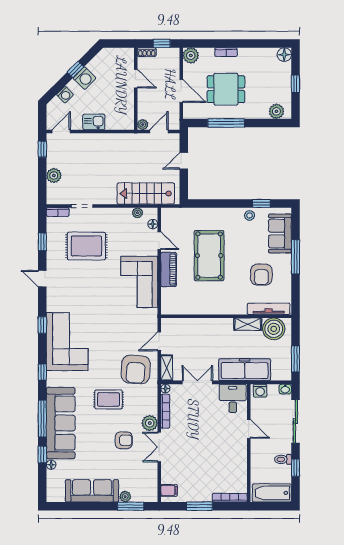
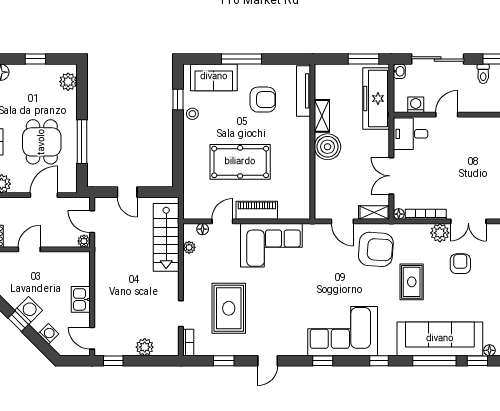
boiler: (274, 329) -> (328, 147), moved
freezer: (245, 370) -> (376, 99), moved
washing machine: (260, 391) -> (416, 105), moved, turned -90

